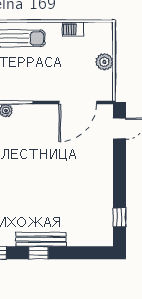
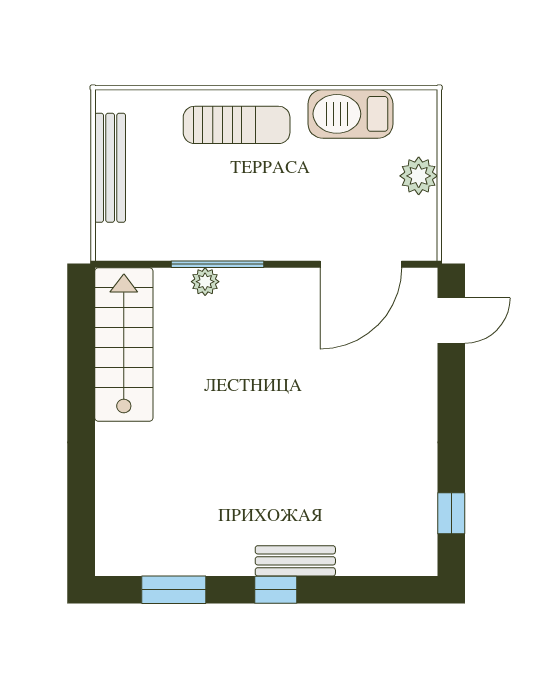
barbecue: (73, 29) -> (350, 114), width x1.88, depth x1.53
bench: (41, 239) -> (295, 561), width x0.73

